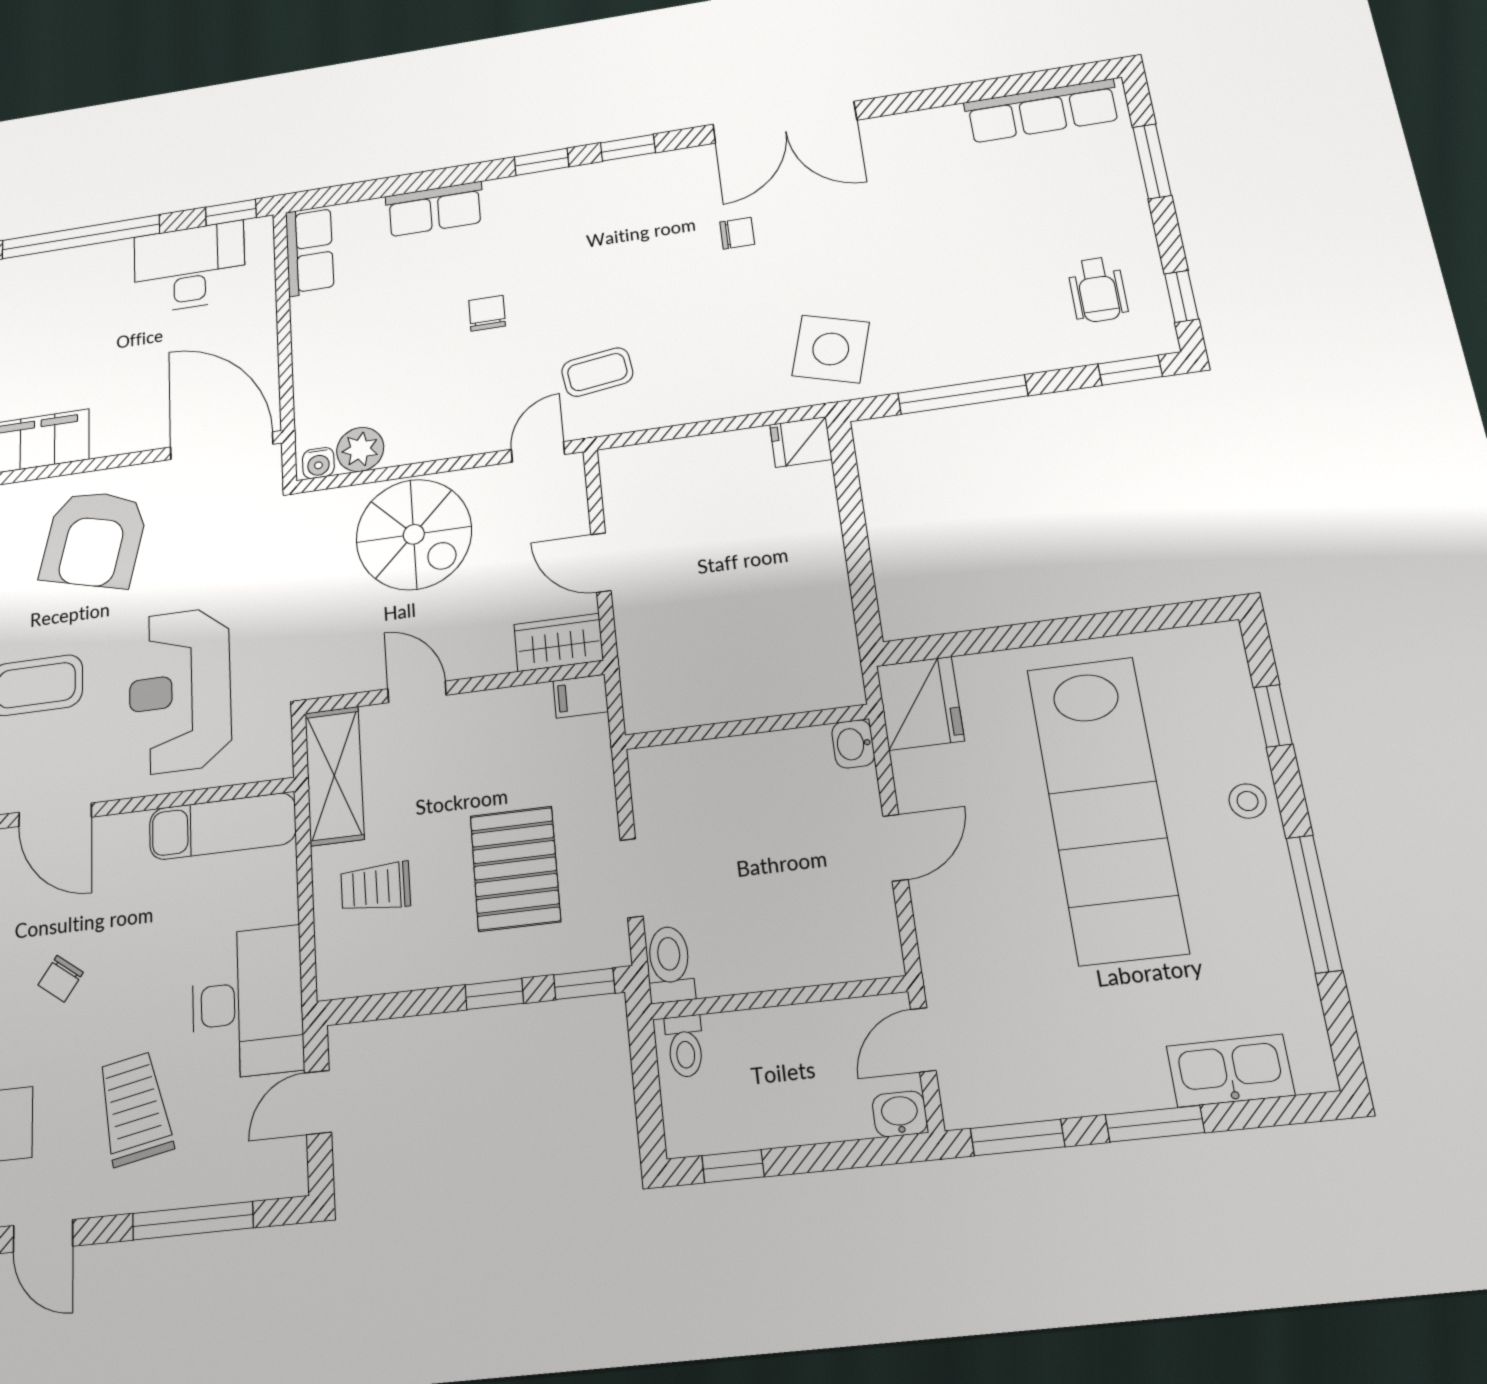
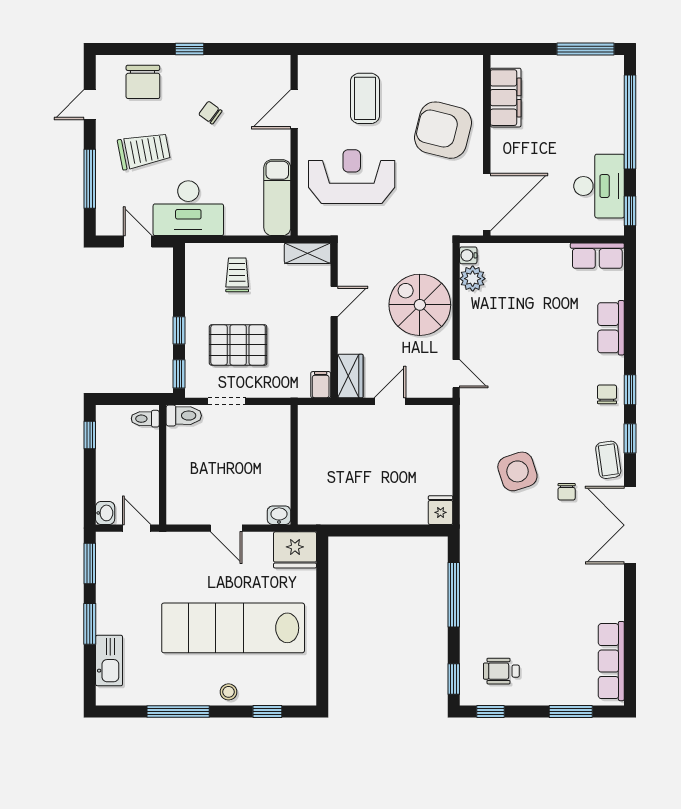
chair: (487, 313) -> (607, 394), moved, turned -90
side table: (831, 349) -> (517, 471), moved, turned -34
coffee table: (597, 372) -> (608, 460), moved
spiral stairs: (414, 534) -> (420, 305), turned 90
shelving: (334, 776) -> (308, 253), width x0.67, depth x0.75

